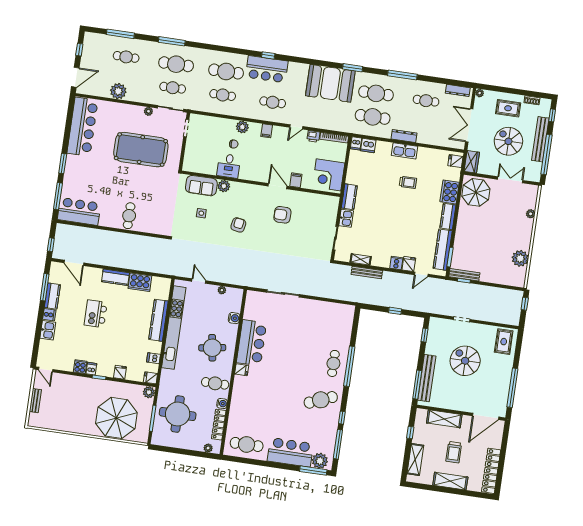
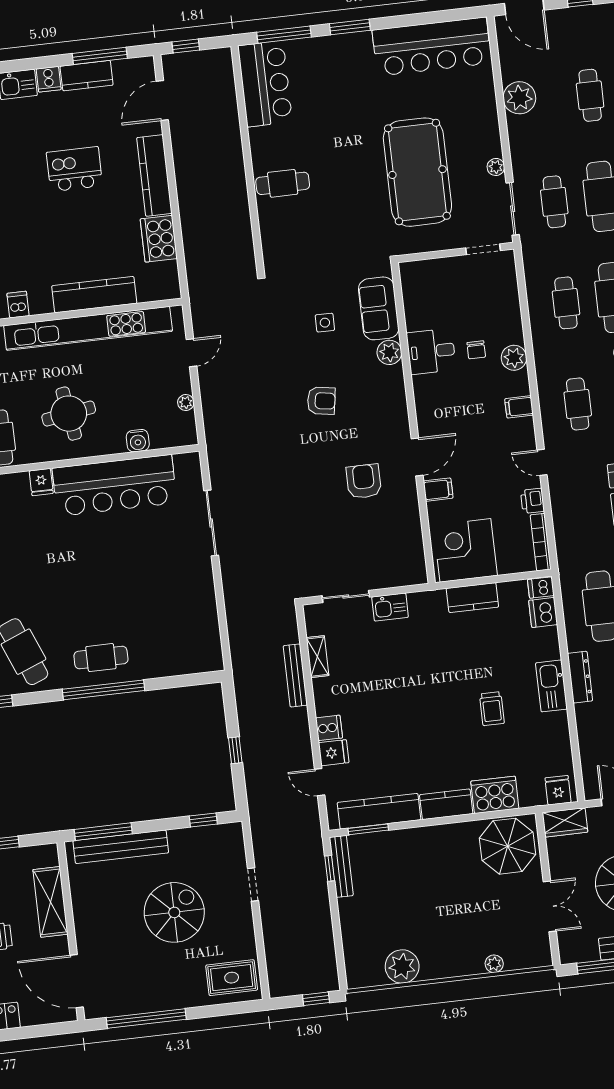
kitchen counter: (349, 197) -> (472, 598), moved
kitchen counter: (115, 277) -> (154, 175), width x1.50
bar counter: (251, 343) -> (115, 485), width x1.36

